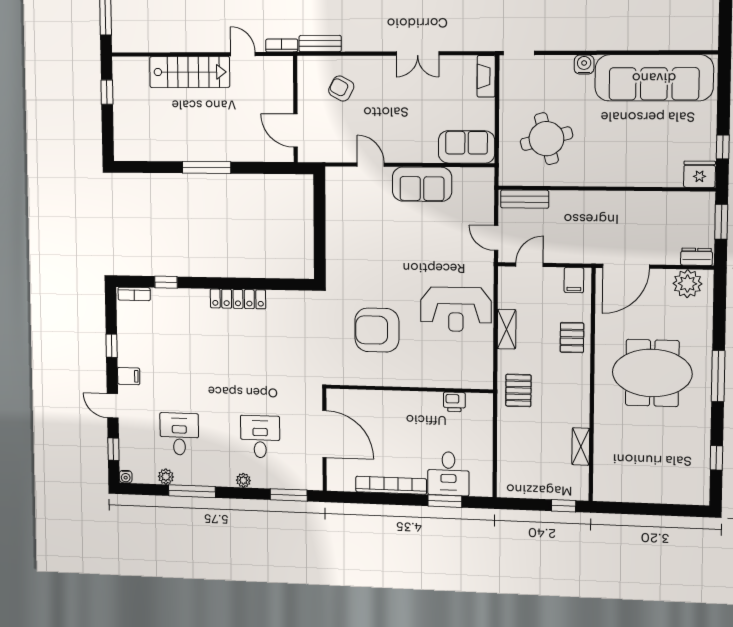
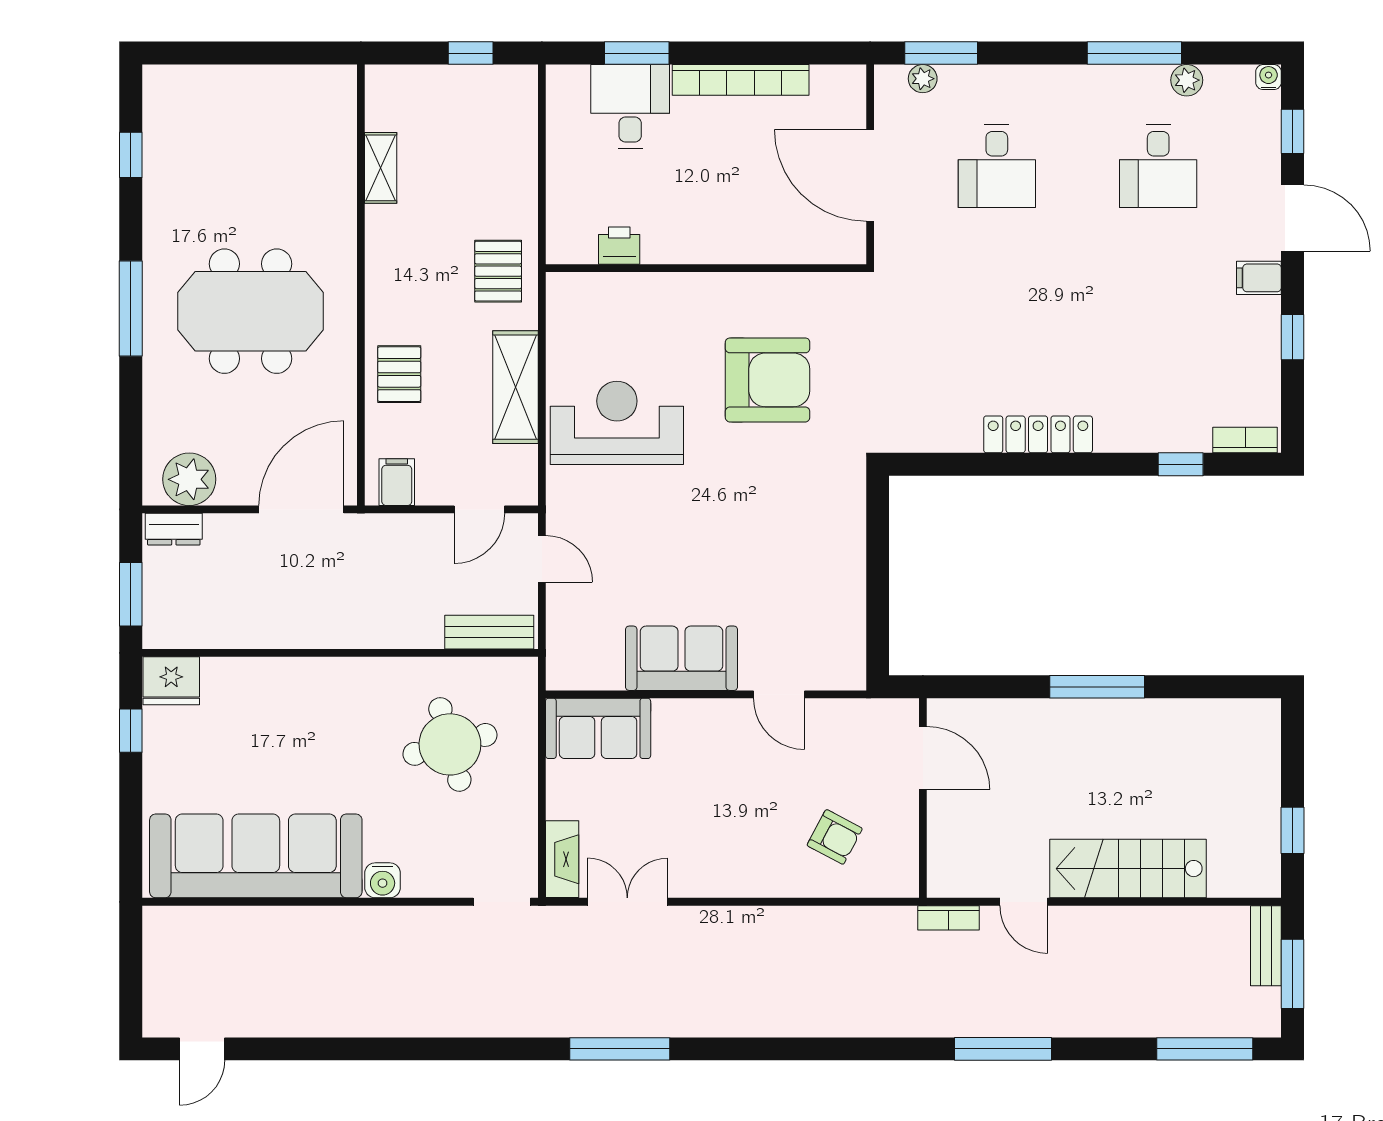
bench: (320, 44) -> (1266, 946), moved, turned 90
double door: (418, 53) -> (627, 902), moved
shelving: (507, 329) -> (516, 387), width x1.50, depth x1.33
door: (113, 406) -> (1292, 218), width x1.37
plant: (243, 480) -> (923, 79), moved
window: (564, 506) -> (471, 53), moved

